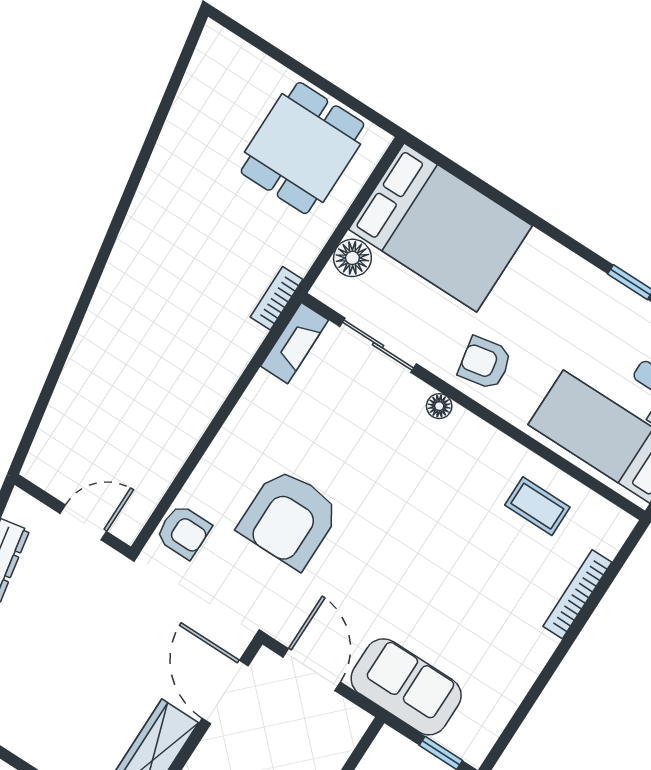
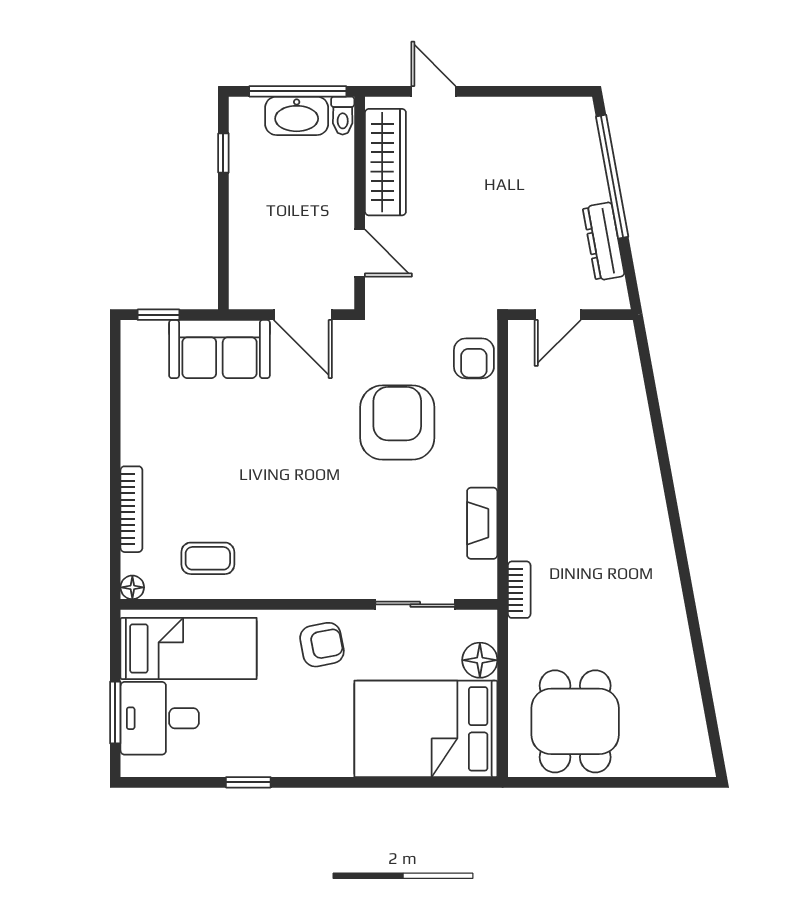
fireplace: (295, 343) -> (482, 523), moved
floor lamp: (439, 406) -> (132, 587), moved
armchair: (184, 532) -> (474, 358), turned -90
door: (225, 692) -> (360, 253), width x0.73

